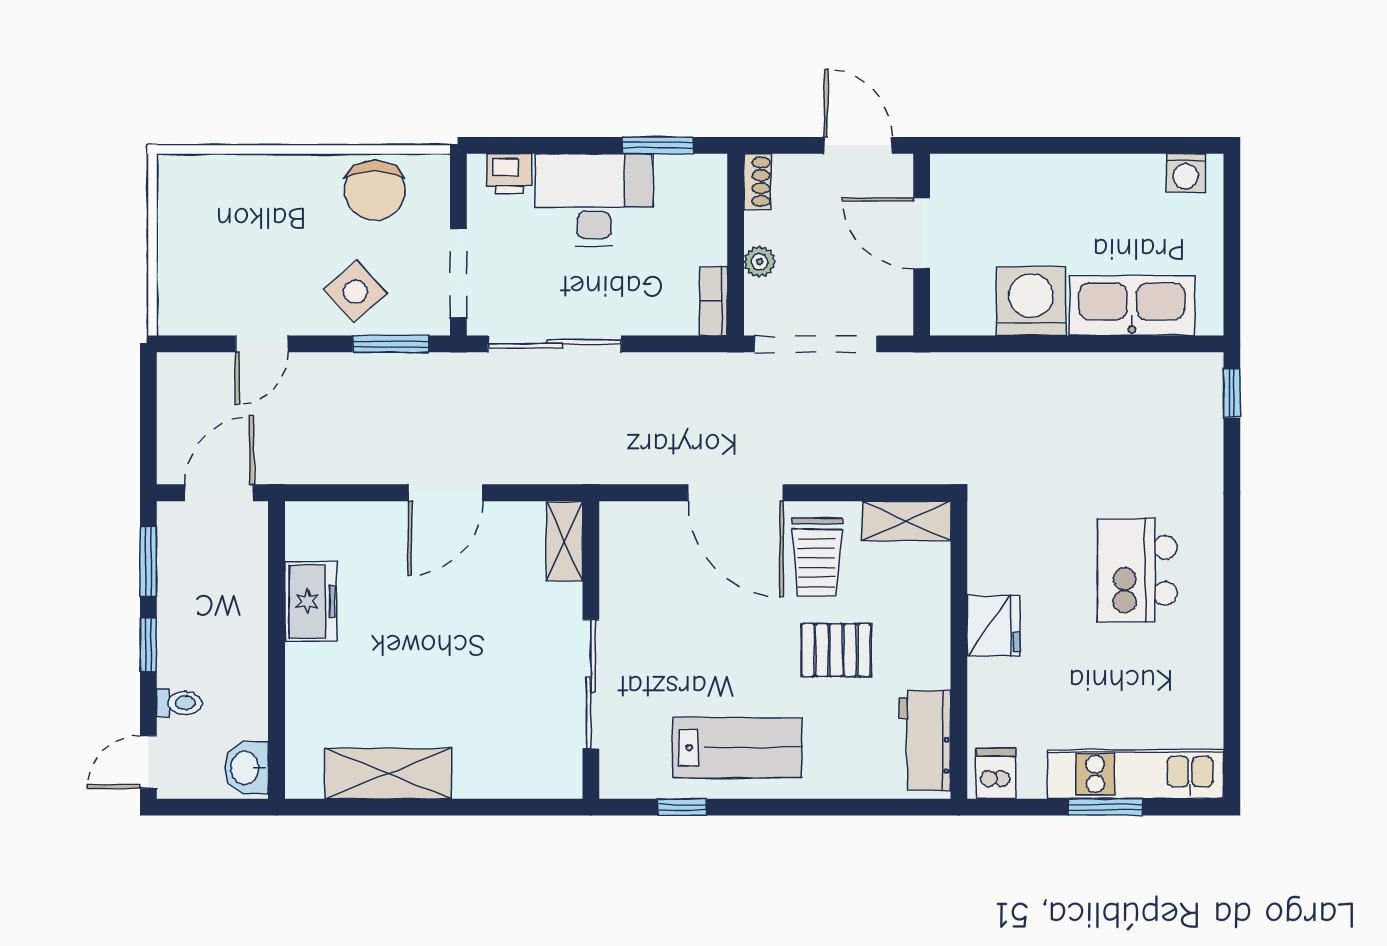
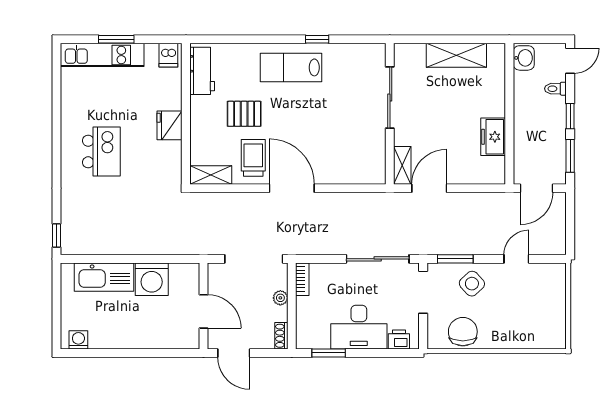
shelving: (565, 541) -> (402, 165), moved
wall: (591, 650) -> (390, 114), moved
sliding door: (591, 684) -> (390, 98), moved

